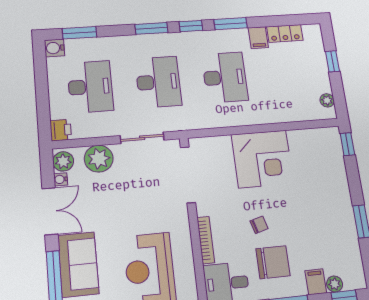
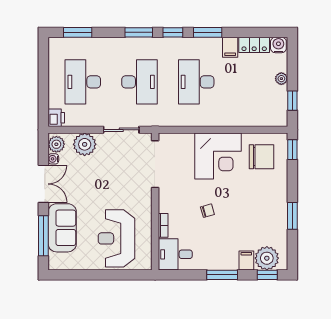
water cooler: (55, 48) -> (278, 45), moved, turned 90
window: (333, 61) -> (292, 101), moved
desk: (225, 77) -> (196, 82), turned 180
desk: (90, 87) -> (83, 82), turned 180
plant: (327, 100) -> (281, 79), moved
bookcase: (206, 240) -> (163, 225), width x0.64
chair: (273, 262) -> (262, 157), moved
plant: (335, 284) -> (267, 258), width x1.88, depth x1.88

